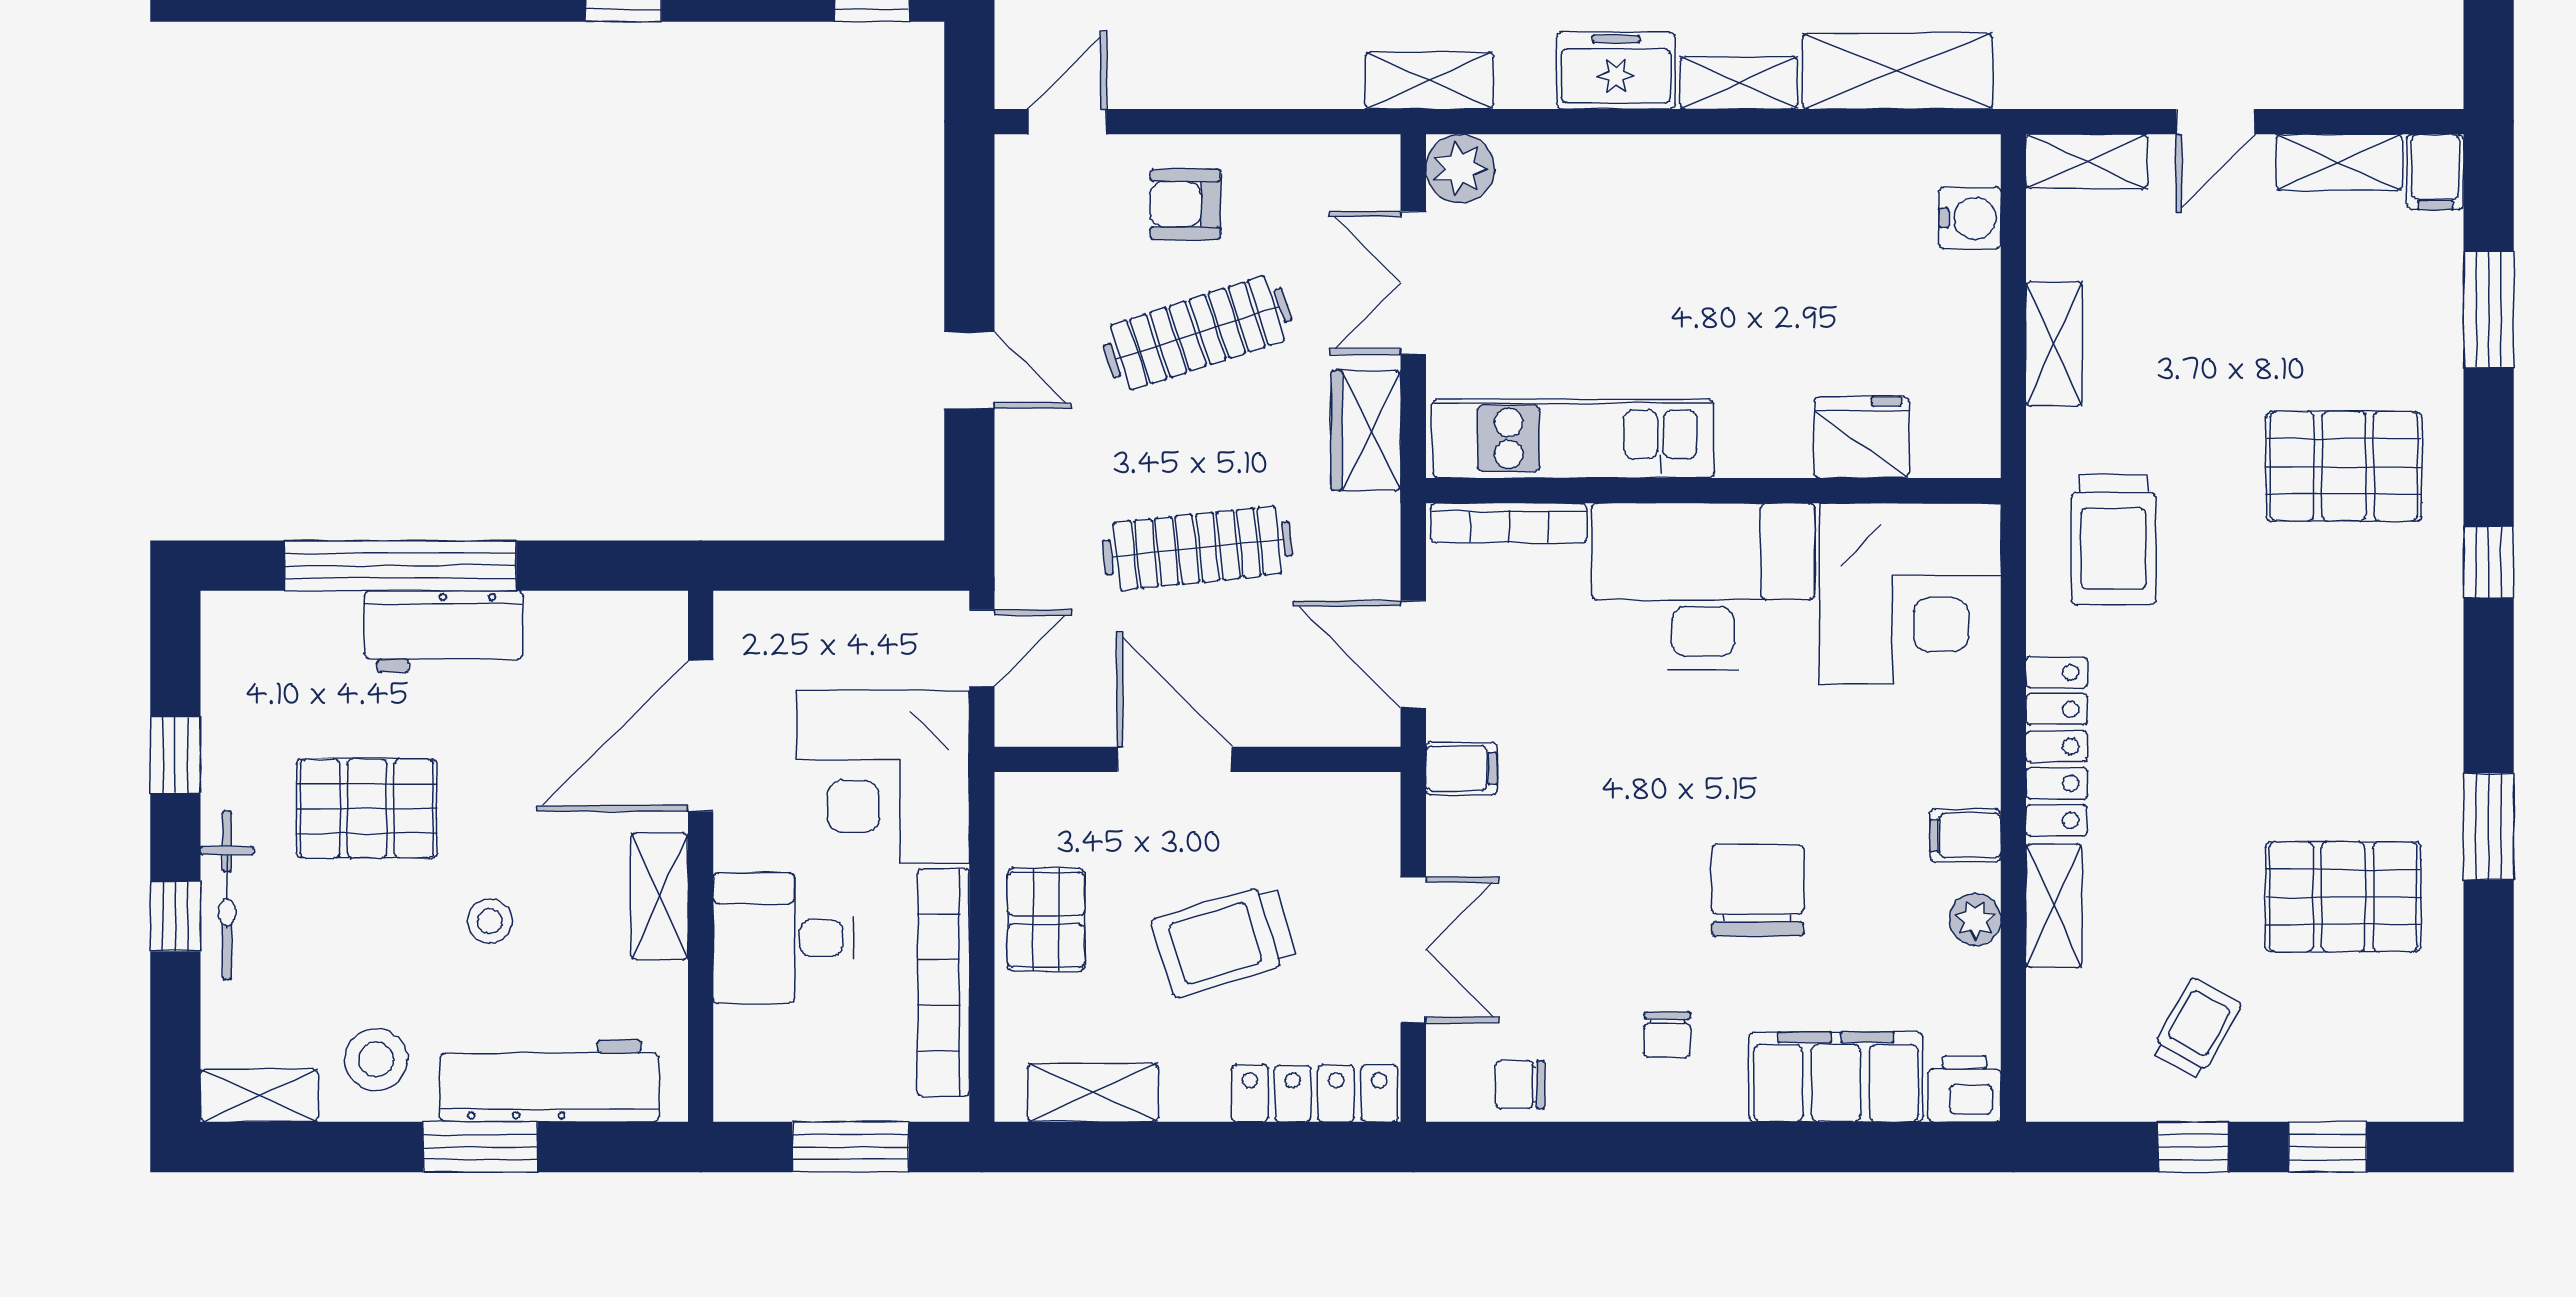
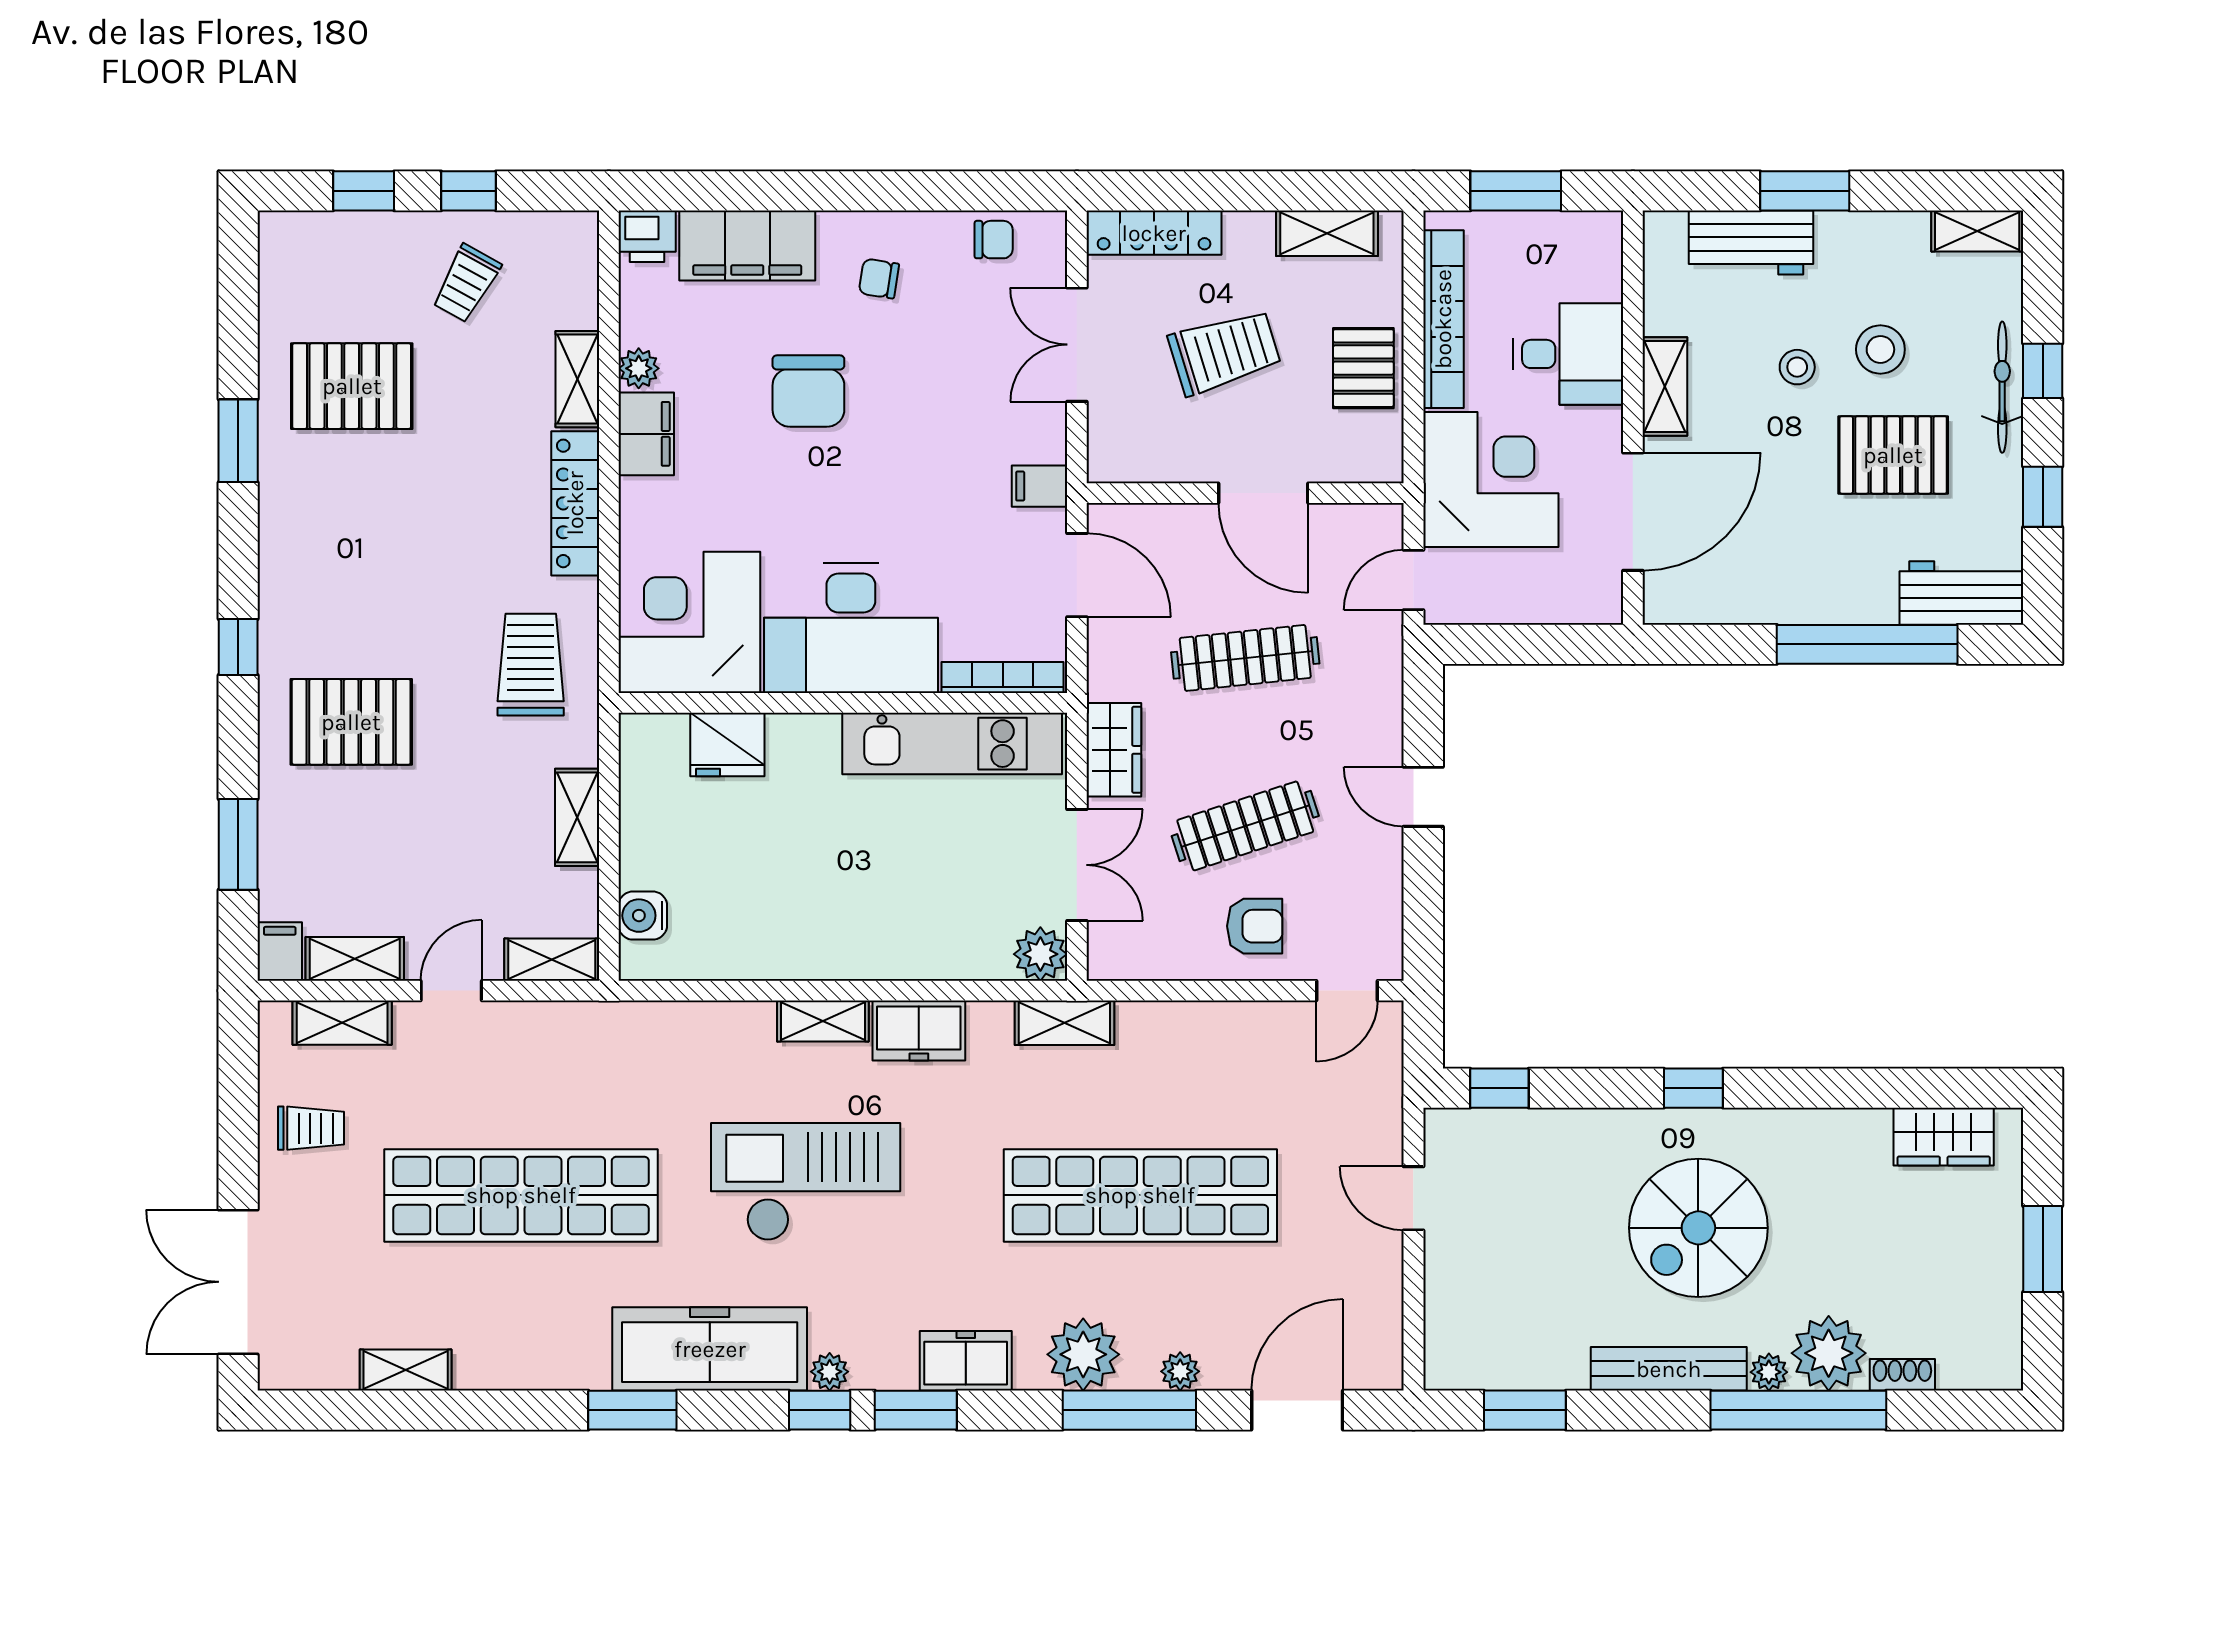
shelving: (1898, 71) -> (342, 1023), moved, width x0.67, depth x0.75
workbench: (444, 631) -> (1961, 593), moved
filing cabinet: (1965, 835) -> (646, 434), width x2.00
chair: (1667, 1035) -> (879, 279), turned -81
stool: (376, 1059) -> (1880, 349), moved
workbench: (549, 1081) -> (1751, 242), width x0.73

